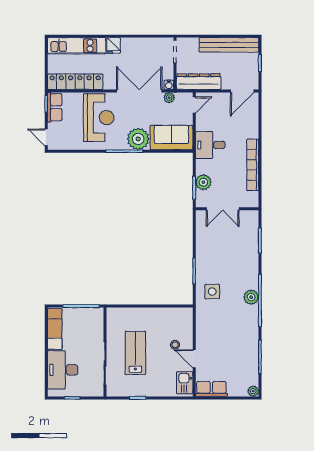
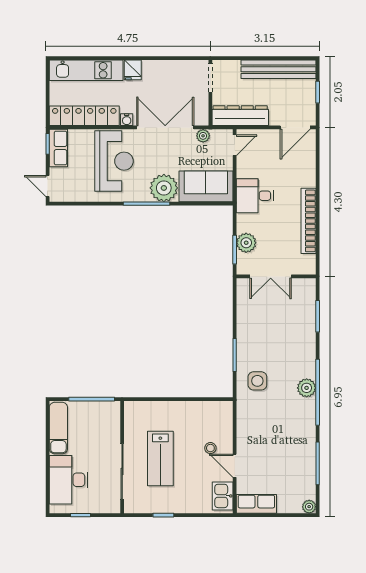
water cooler: (169, 85) -> (127, 120), moved
lab bench: (135, 353) -> (160, 458), turned 180

